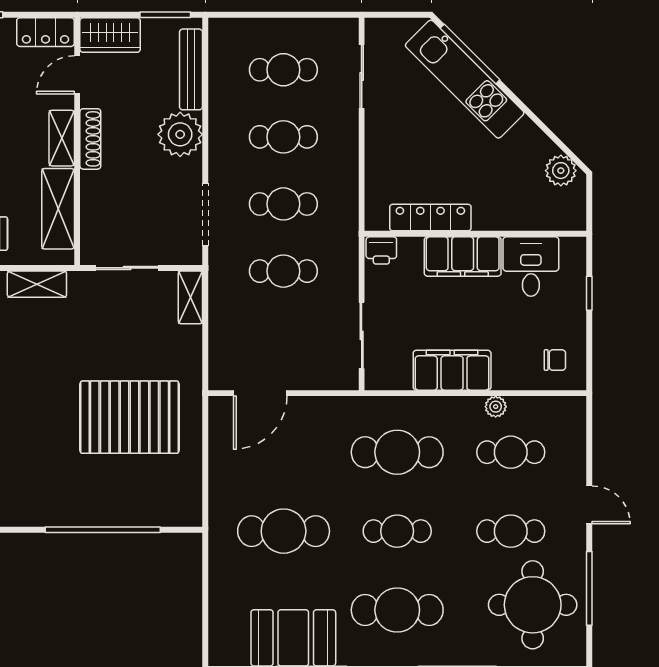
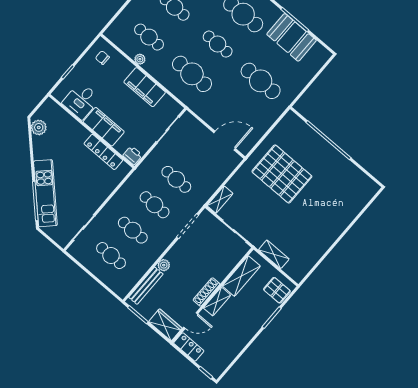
plant: (180, 134) -> (164, 265), width x0.53, depth x0.53

